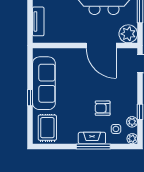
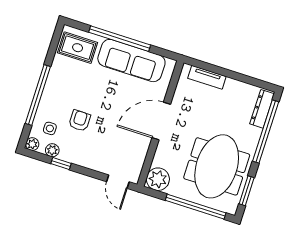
door: (101, 46) -> (161, 121), moved
window: (30, 98) -> (120, 39), width x3.17
fireplace: (92, 138) -> (48, 97), removed
window: (93, 146) -> (38, 95), width x1.46

